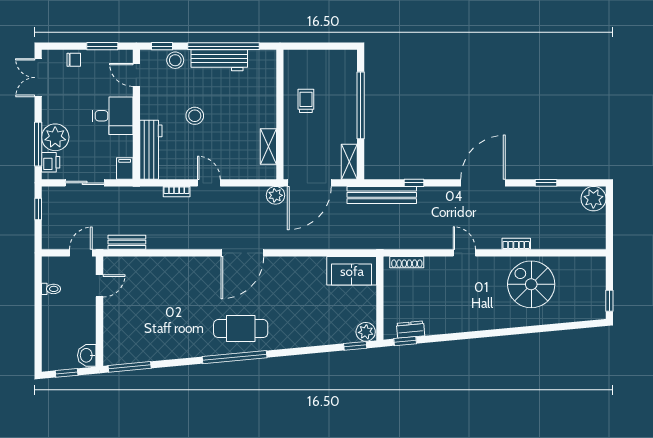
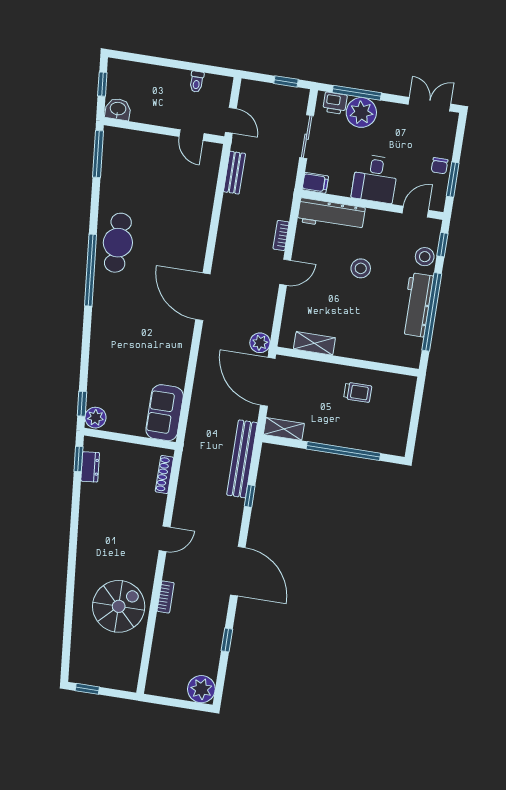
chair: (74, 60) -> (440, 166), moved
cafe table: (241, 329) -> (118, 243), moved

